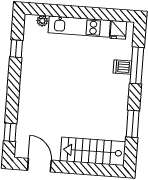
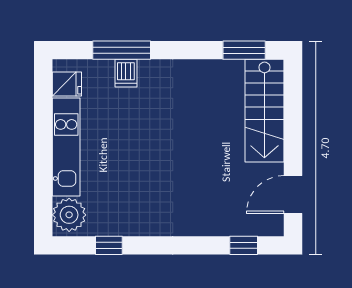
plant: (42, 21) -> (69, 215), width x1.88, depth x1.88
window: (133, 124) -> (244, 50), moved

